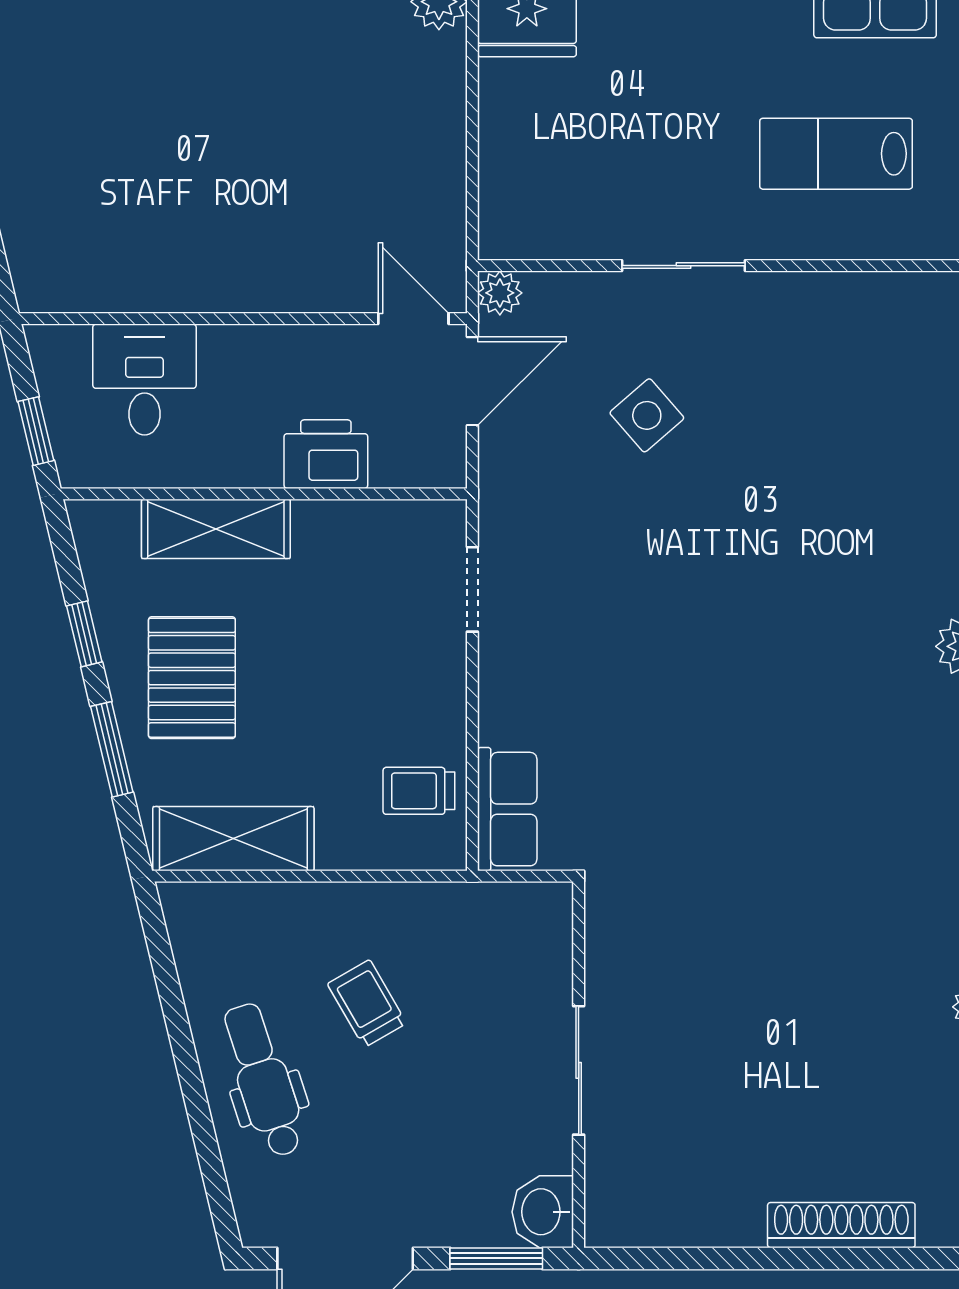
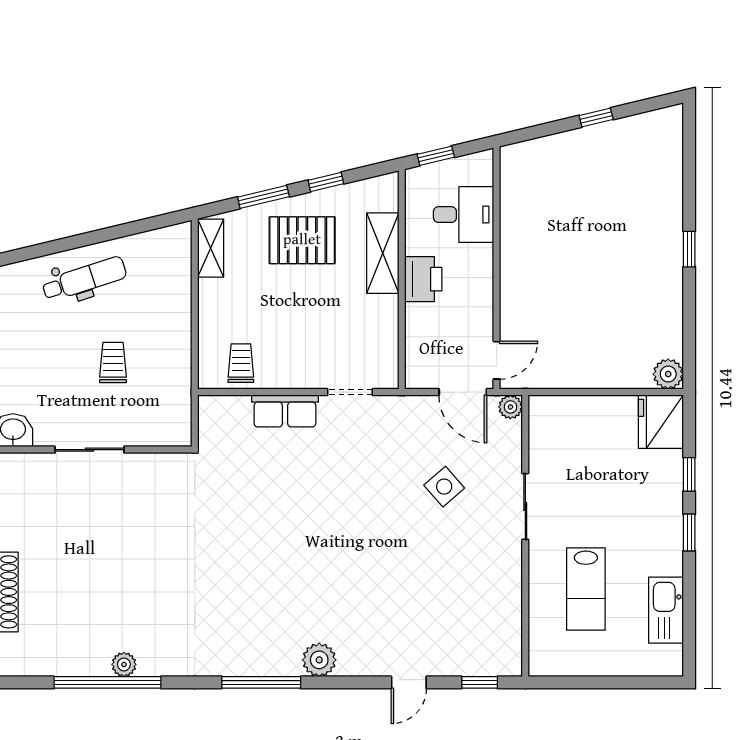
lab bench: (836, 154) -> (586, 589), turned 180
printer: (326, 454) -> (423, 279), moved
row of seats: (507, 809) -> (285, 411), moved
shelving: (233, 839) -> (211, 248), width x0.67, depth x0.75
trolley: (367, 1004) -> (113, 363), moved, turned -60

